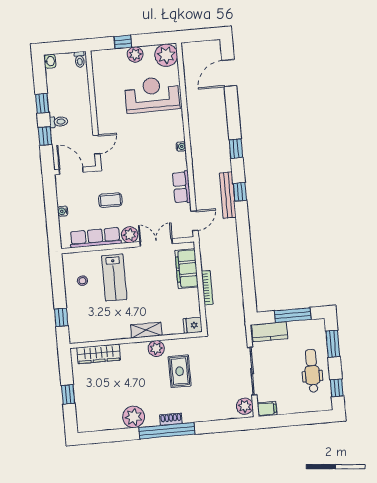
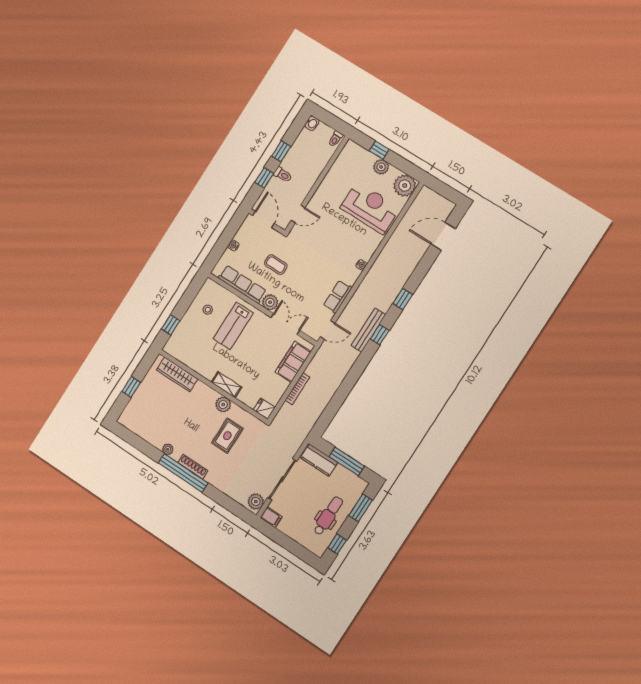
plant: (134, 417) -> (168, 449), width x0.53, depth x0.53
shoe rack: (171, 419) -> (193, 467), width x1.43

